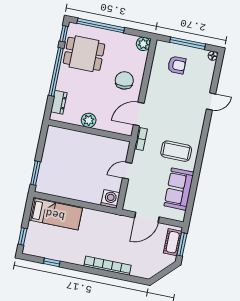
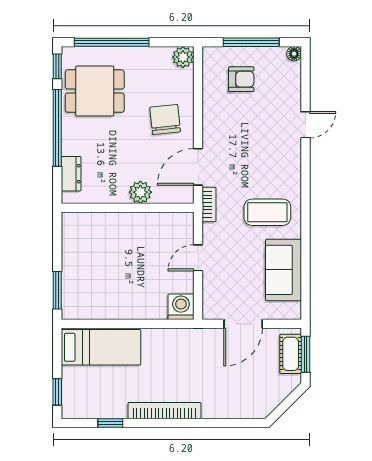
plant: (89, 120) -> (140, 192), moved
bookcase: (107, 266) -> (164, 411), moved

